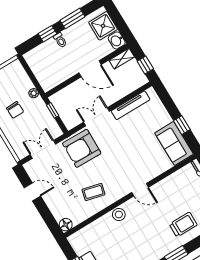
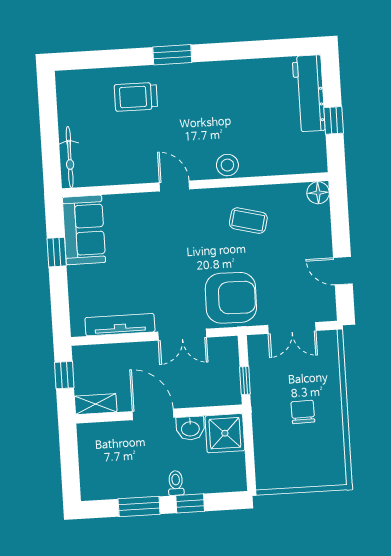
shower: (103, 26) -> (225, 433), moved
washbasin: (117, 40) -> (190, 428), moved, turned 90
plant: (34, 93) -> (260, 423), removed

